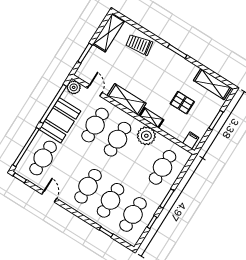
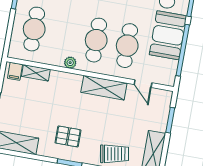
plant: (74, 87) -> (168, 78), removed
pallet: (182, 103) -> (68, 136), moved
shelving: (151, 118) -> (36, 73), moved
plant: (146, 136) -> (70, 63), width x0.53, depth x0.53

